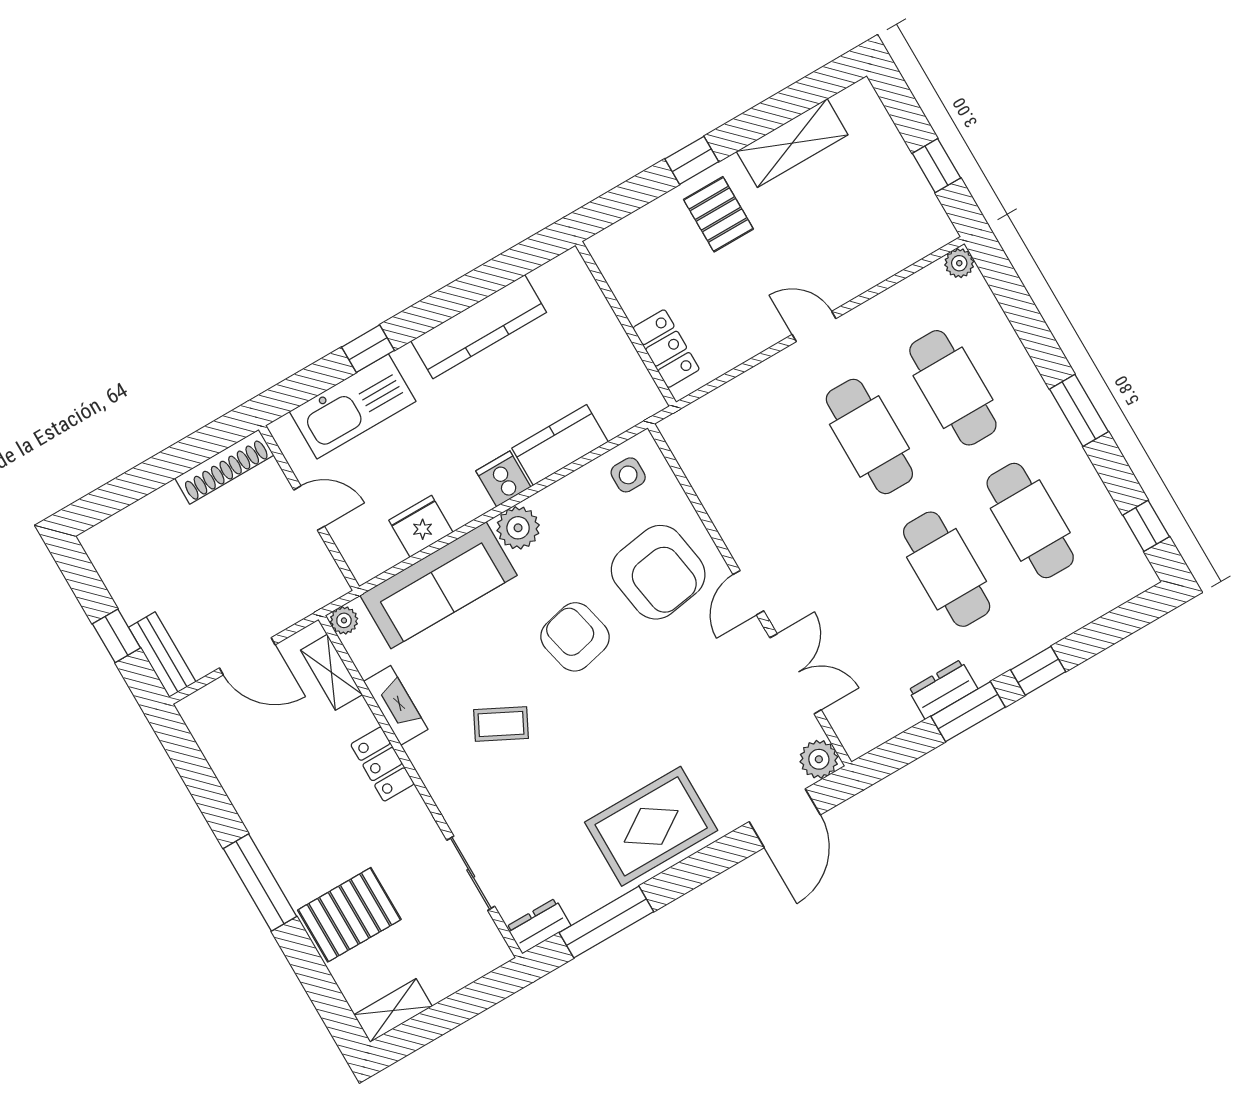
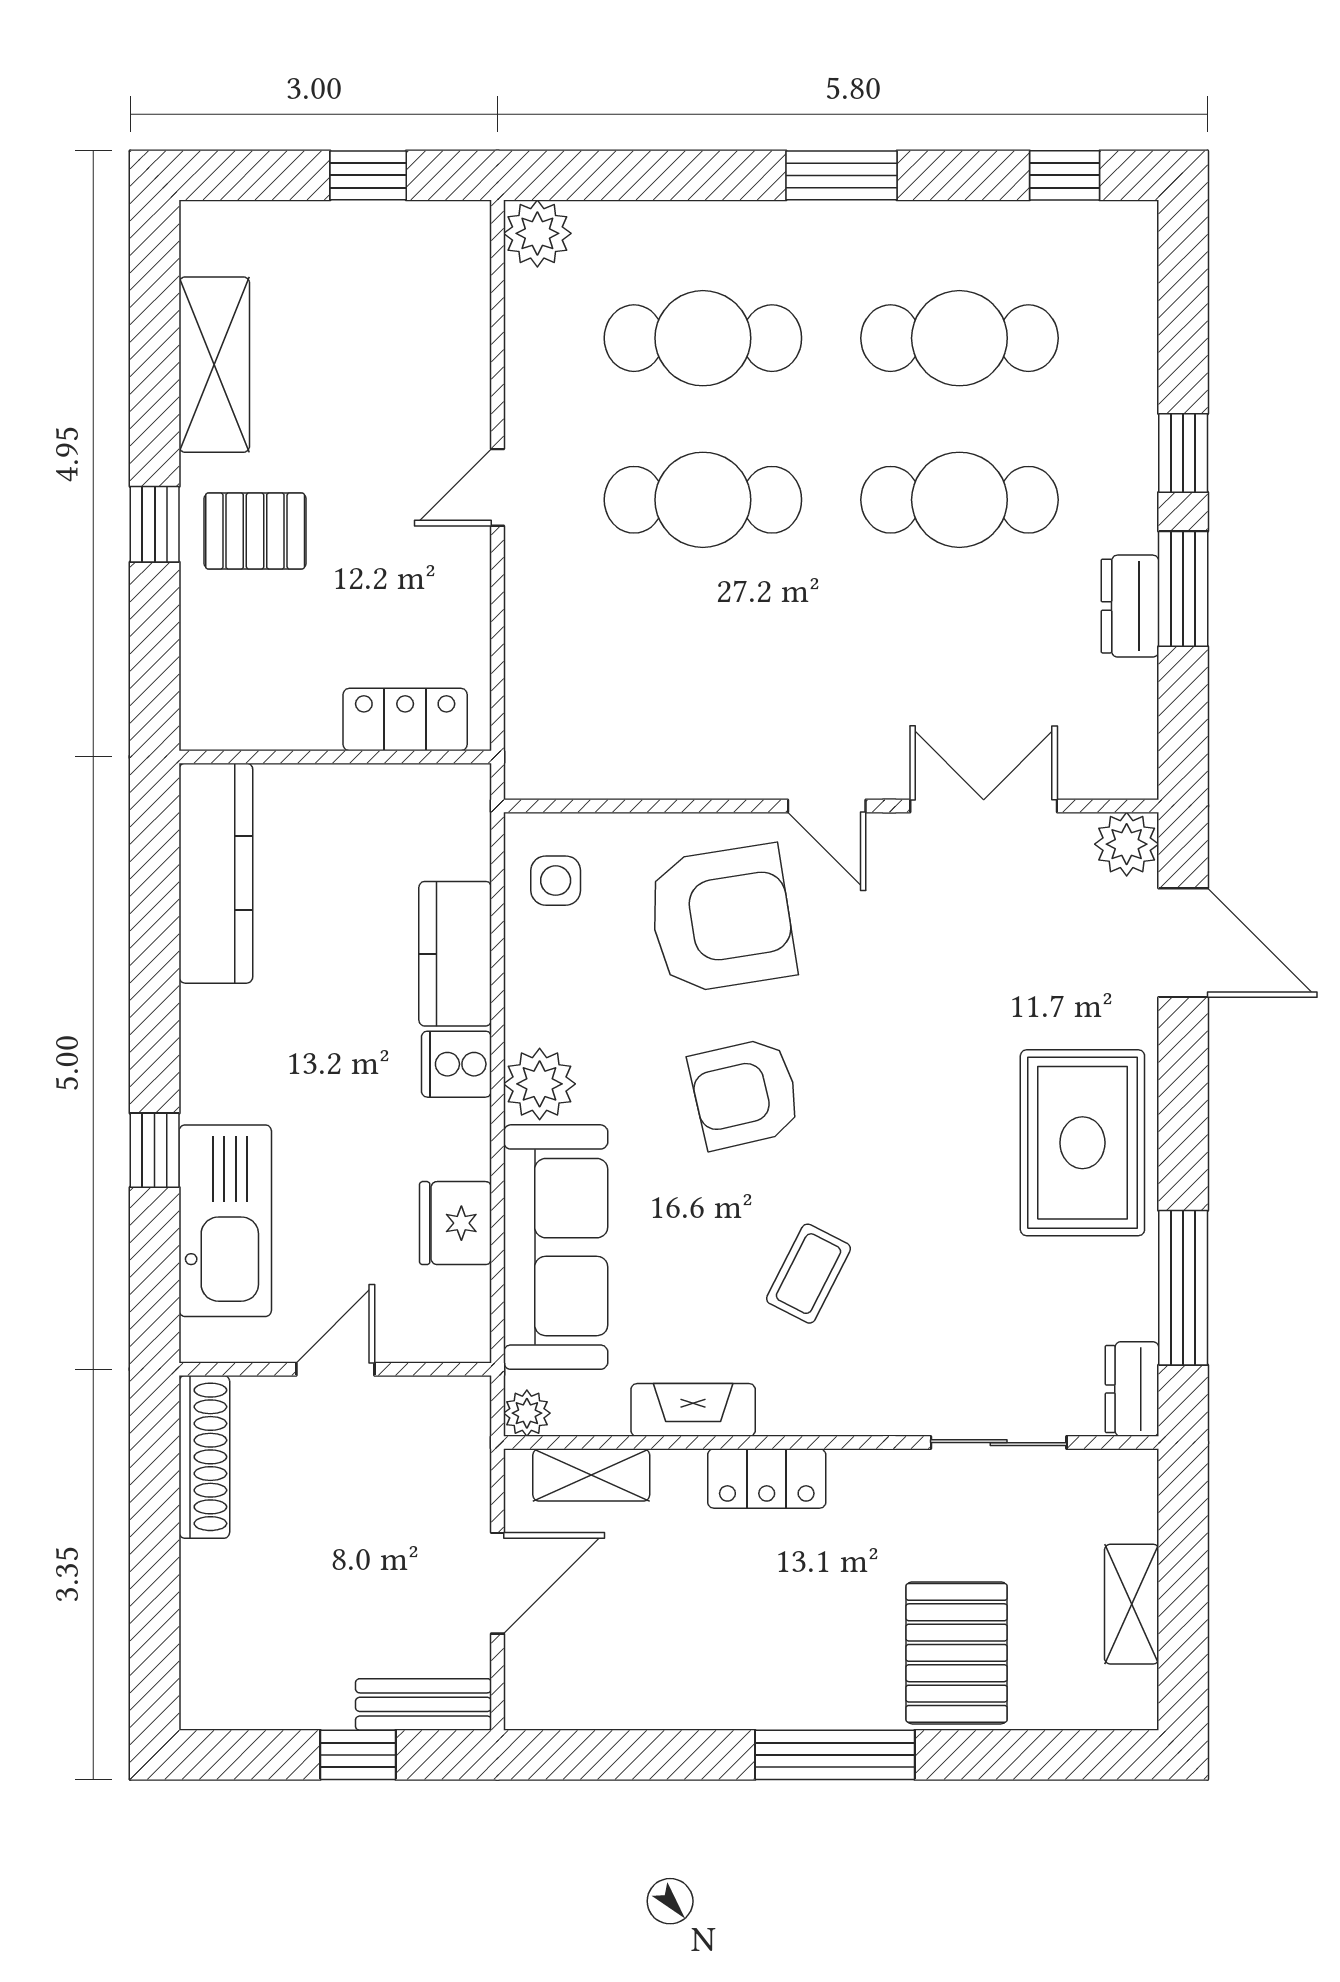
plant: (959, 263) -> (537, 233), width x1.38, depth x1.38
kitchen counter: (479, 327) -> (216, 873), moved
shelving: (393, 1011) -> (1132, 1604), moved

